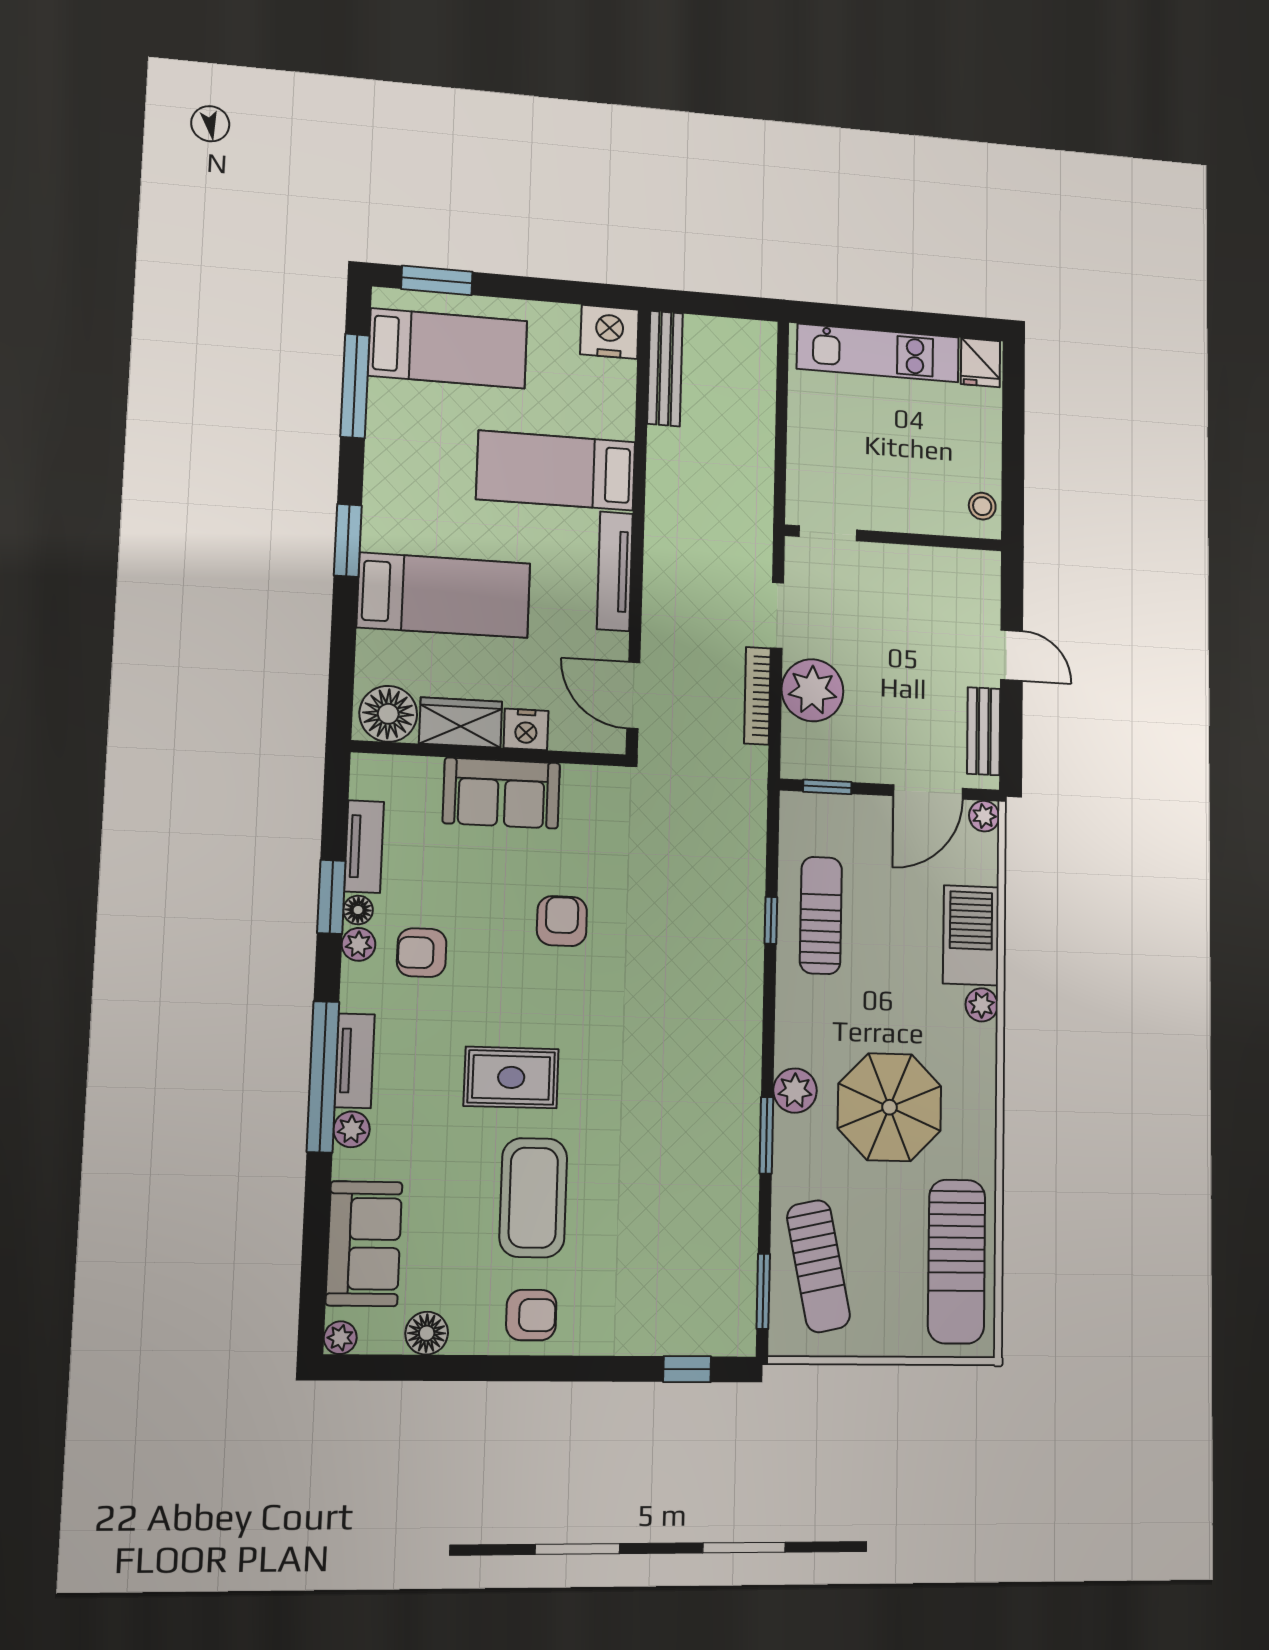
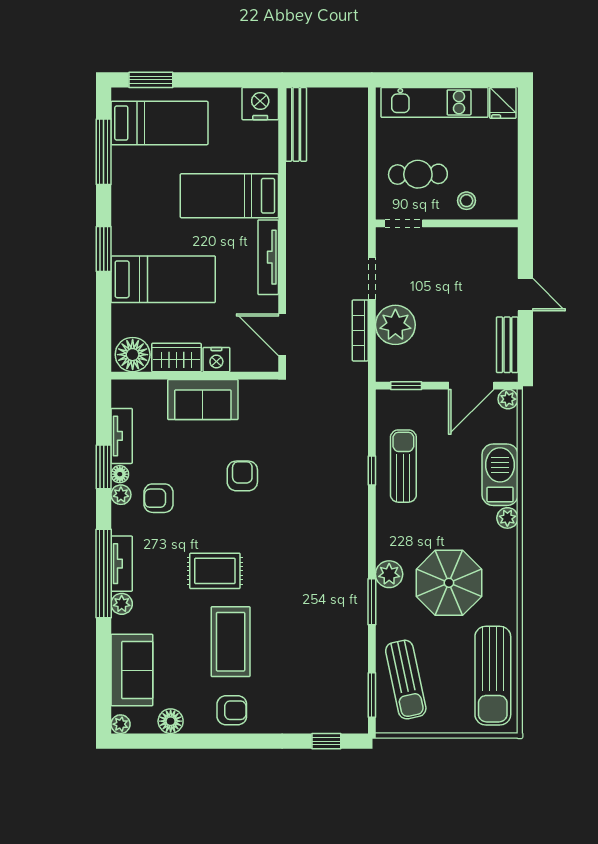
cafe table: (851, 460) -> (418, 174), added
stool: (982, 506) -> (467, 201), moved

